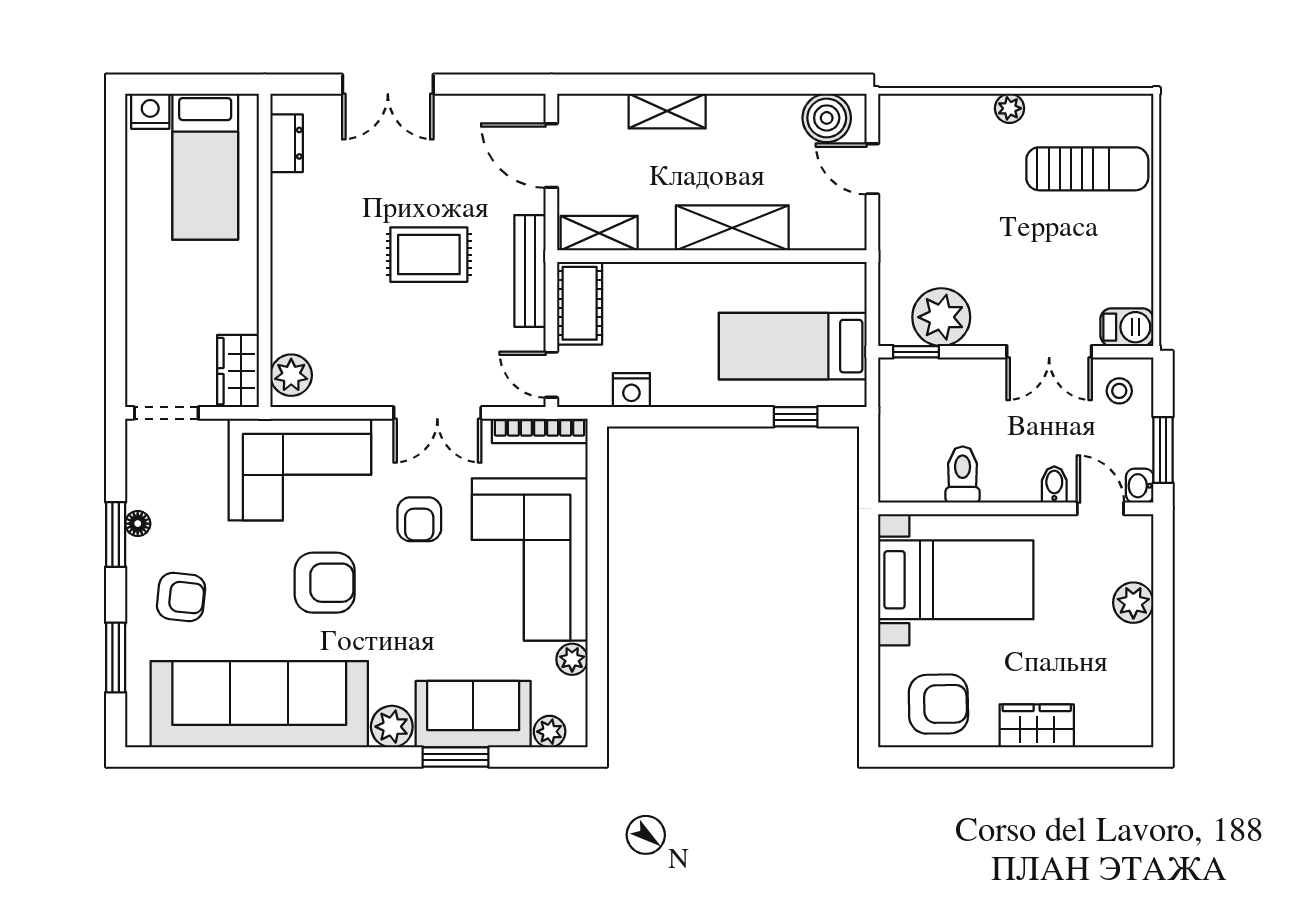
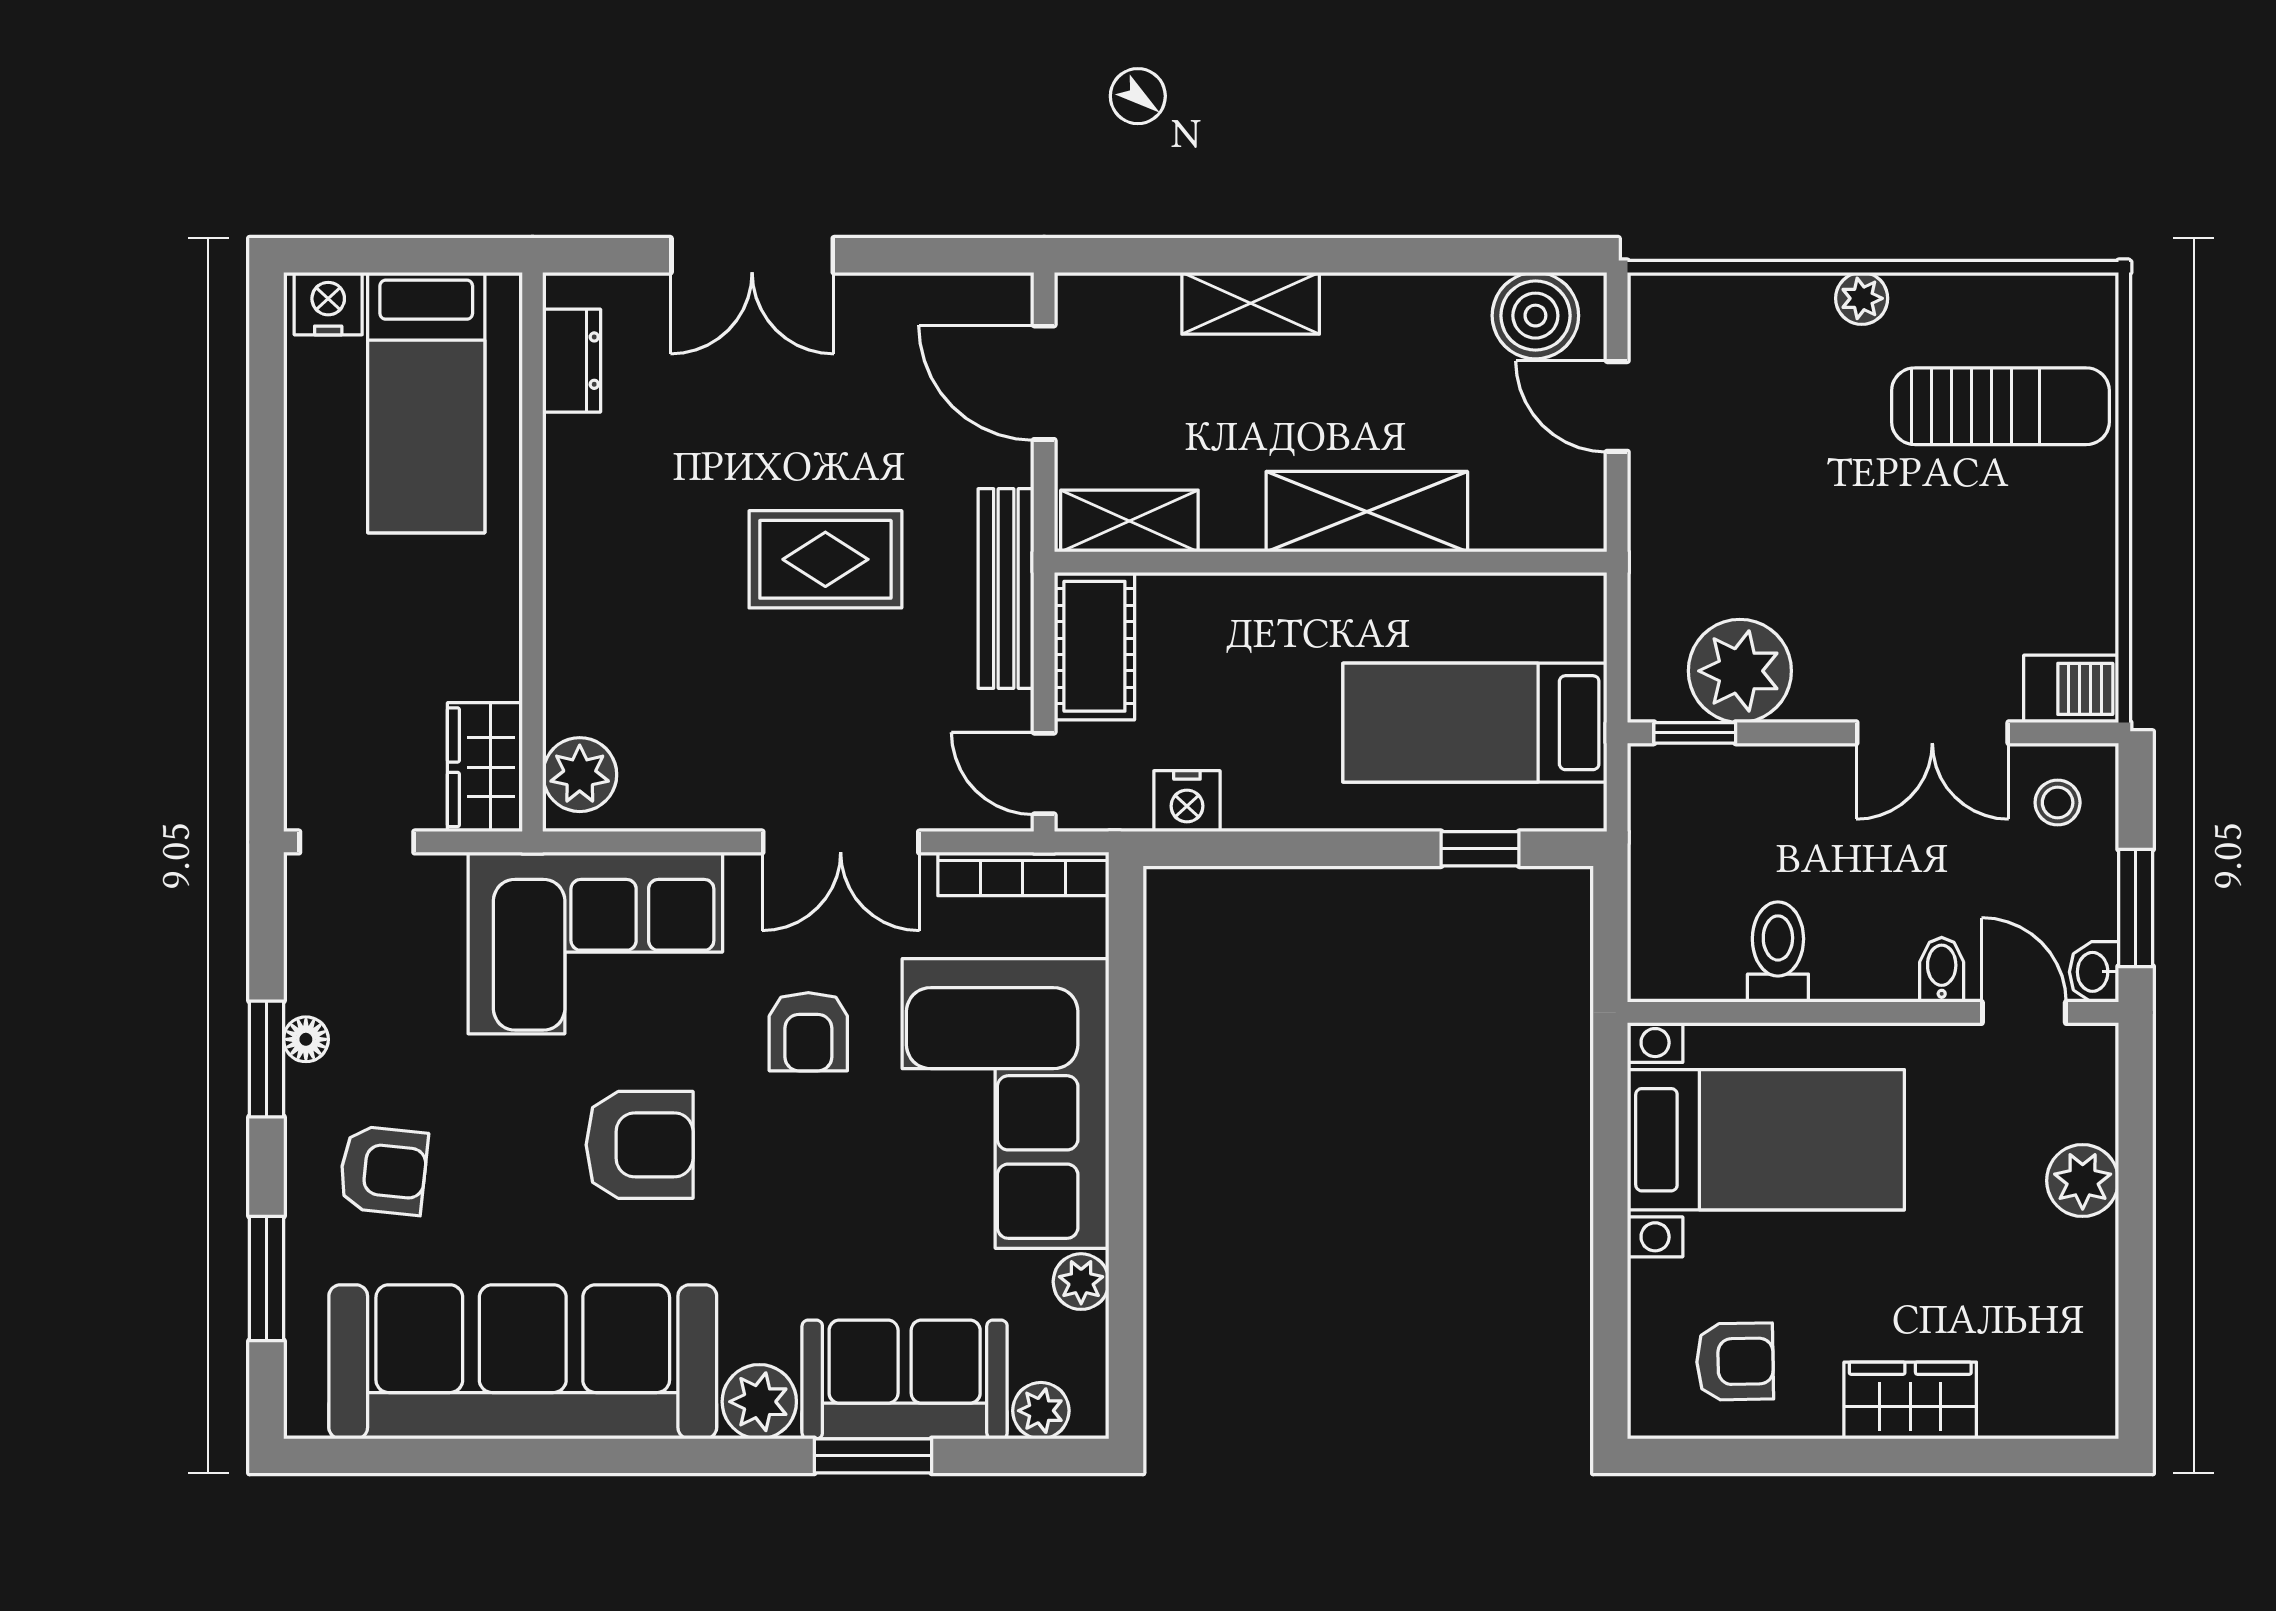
armchair: (938, 704) -> (1735, 1362), width x0.72, depth x0.72

